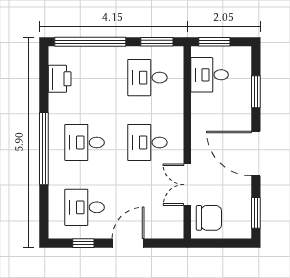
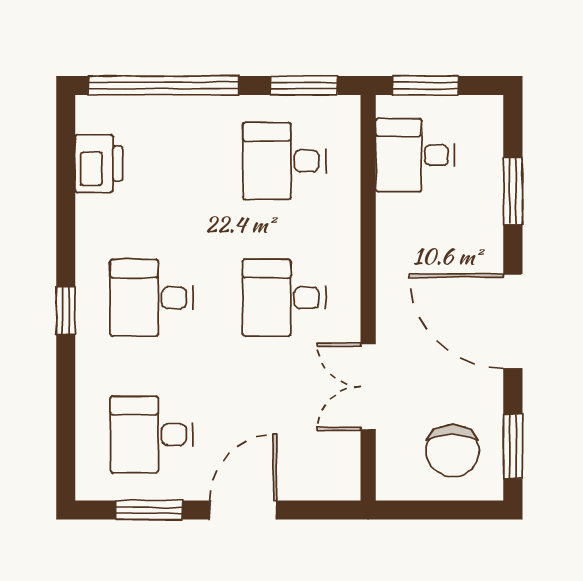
window: (44, 149) -> (66, 311), width x0.32
chair: (209, 218) -> (453, 451), moved, turned 90
window: (83, 243) -> (149, 510), width x1.50

